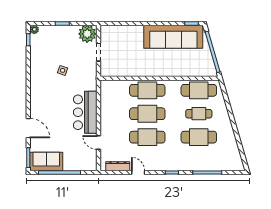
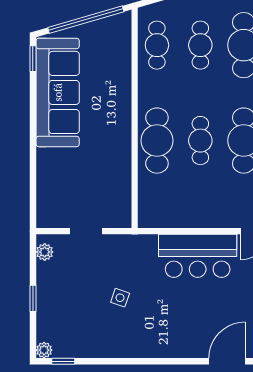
plant: (87, 34) -> (45, 252), width x0.53, depth x0.53
cafe table: (199, 90) -> (157, 45), width x0.73, depth x0.74
cafe table: (147, 114) -> (200, 141), width x0.73, depth x0.74

